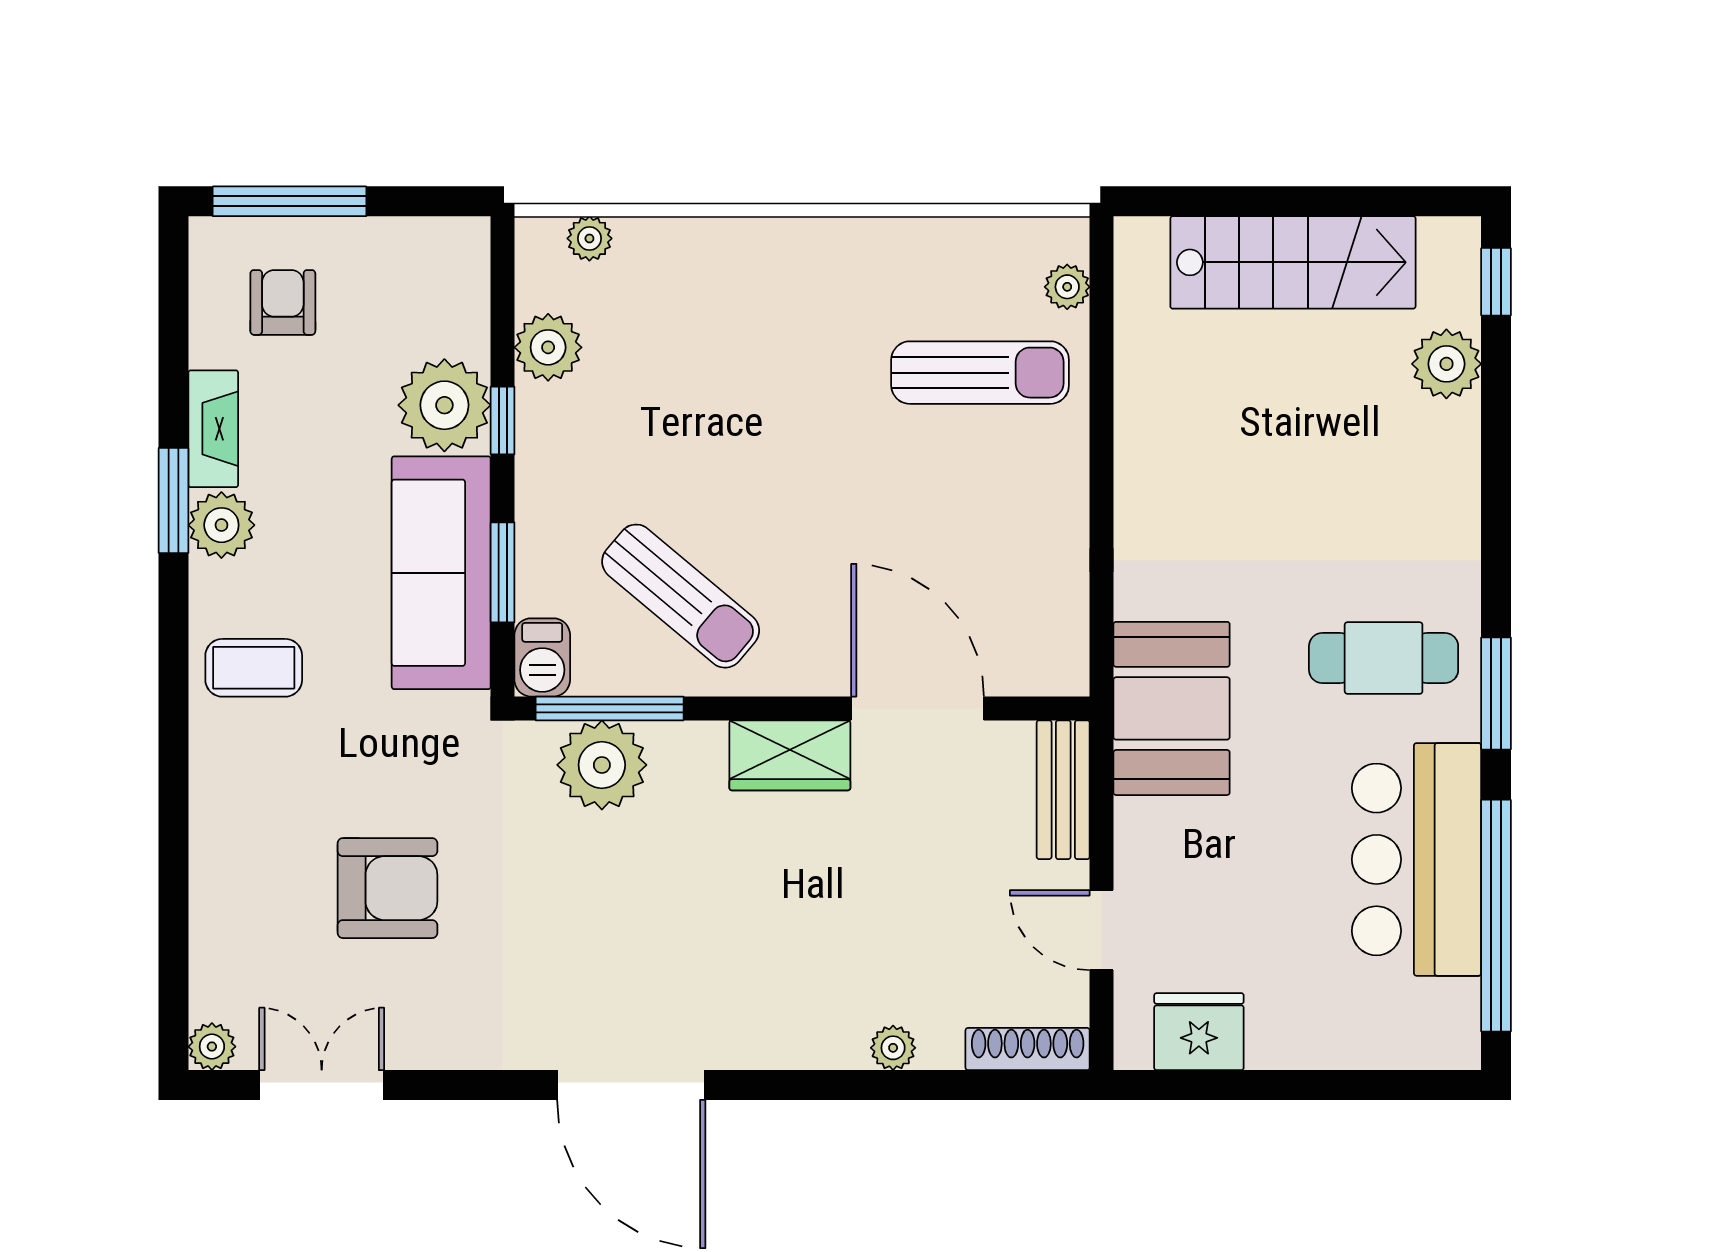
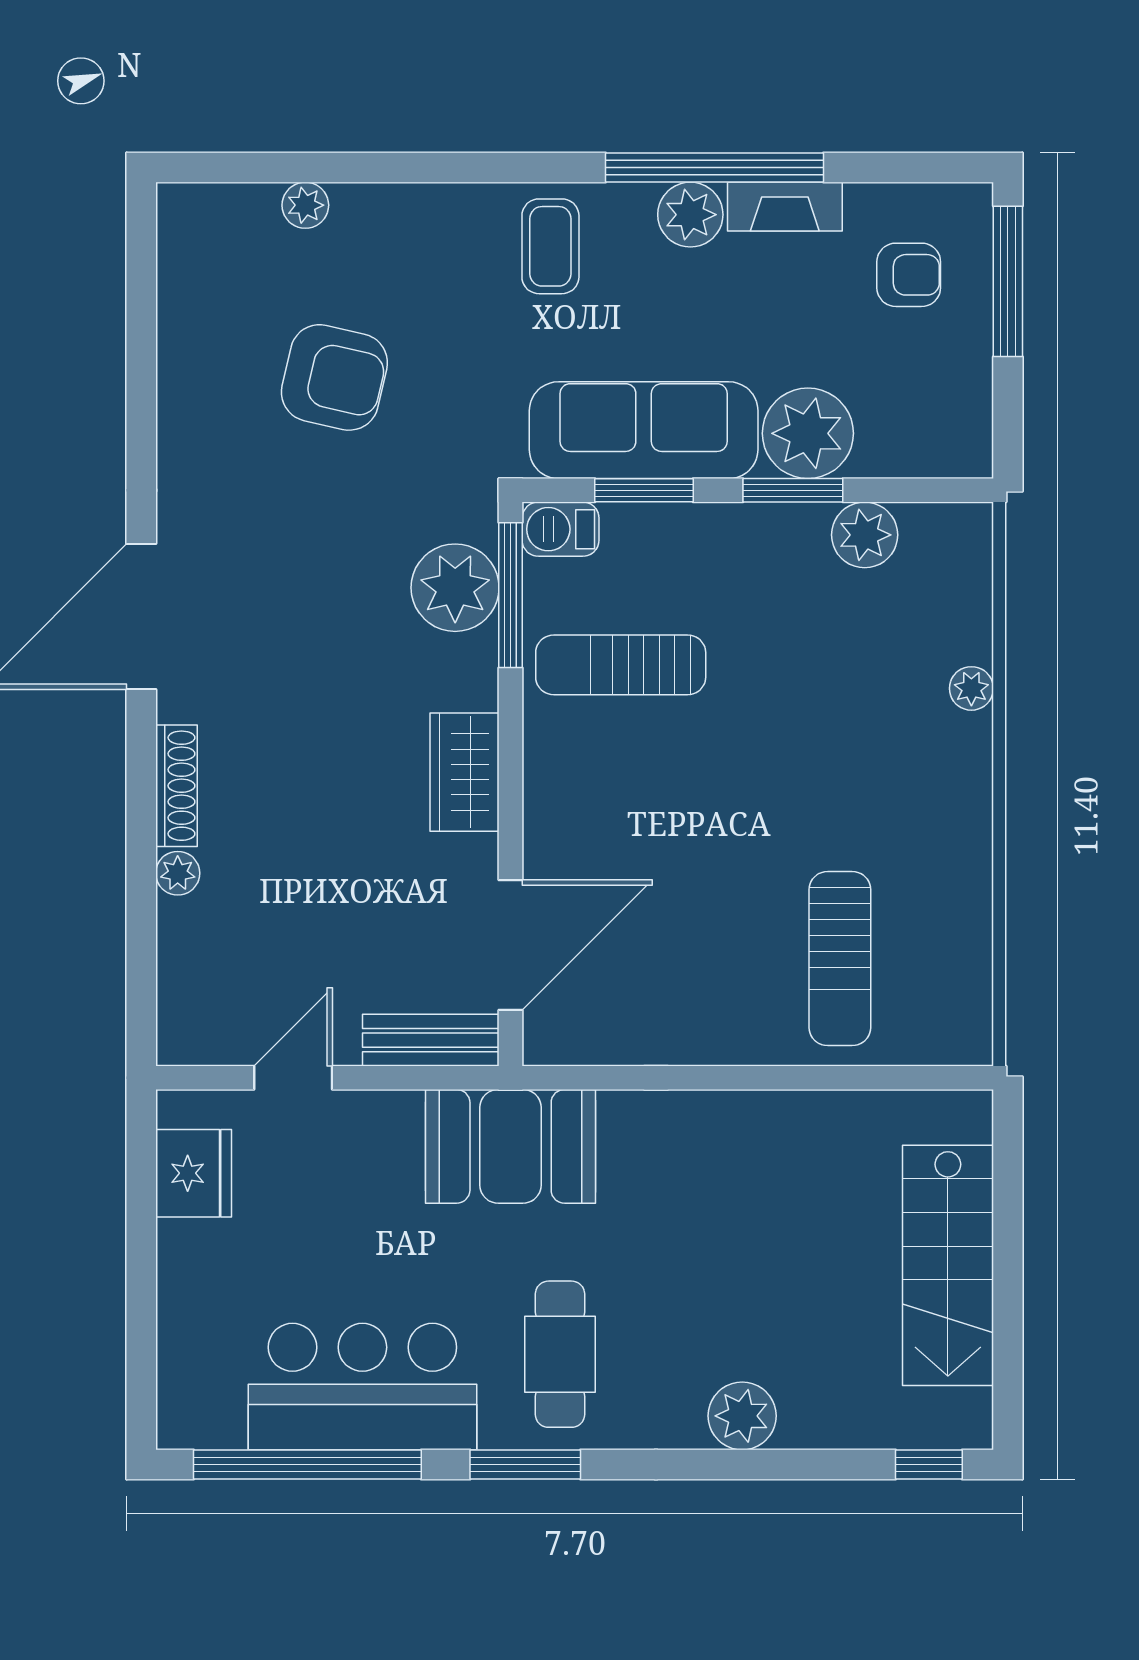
plant: (589, 238) -> (971, 688), moved
plant: (1067, 287) -> (924, 1044), removed
plant: (1446, 364) -> (742, 1416), moved
window: (503, 420) -> (793, 490), width x1.50
window: (173, 500) -> (714, 168), width x2.11
sun lounger: (681, 596) -> (621, 665), turned 50
door: (918, 708) -> (511, 945), moved
armchair: (387, 888) -> (334, 377), turned -77
plant: (212, 1047) -> (305, 205), moved
shoe rack: (1028, 1049) -> (177, 786), moved
double door: (322, 1085) -> (141, 313), removed

